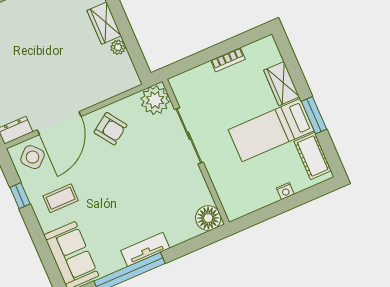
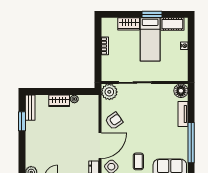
door: (59, 123) -> (100, 146), hinge flipped
tv unit: (145, 249) -> (183, 114), moved

